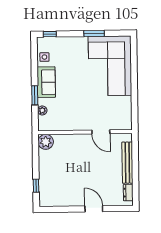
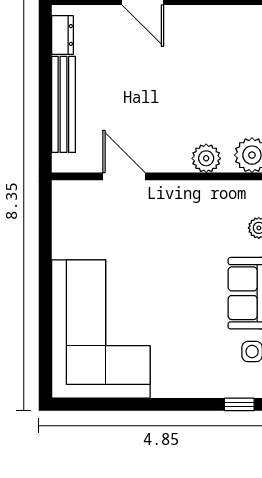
window: (94, 33) -> (136, 404), removed
plant: (65, 140) -> (206, 158), added

